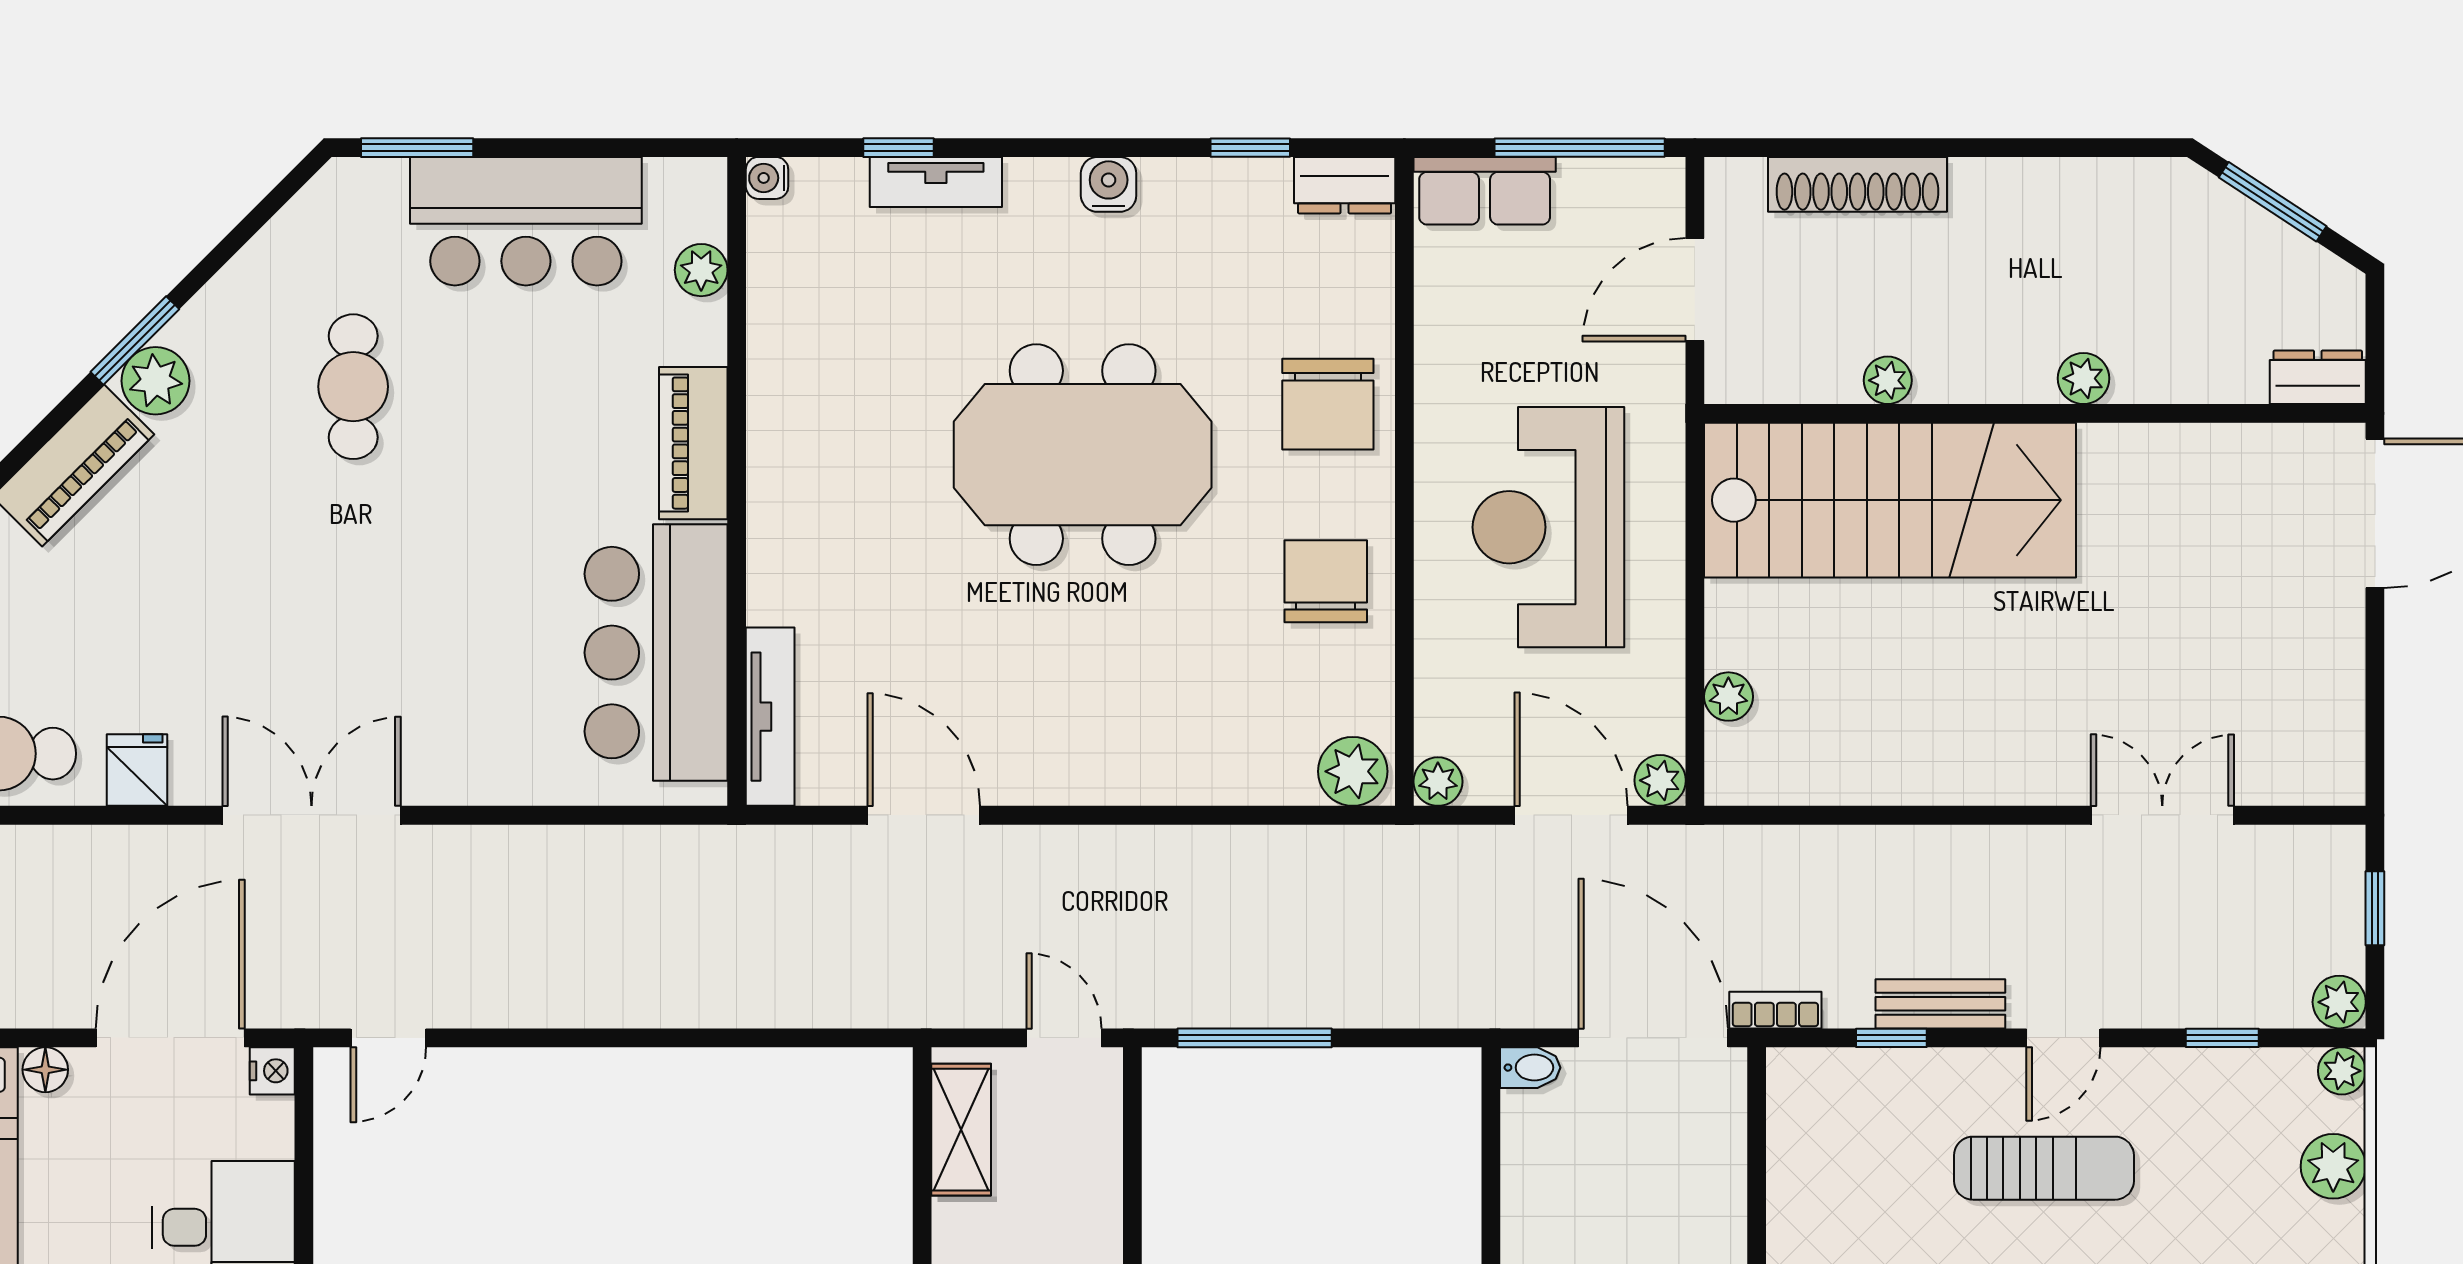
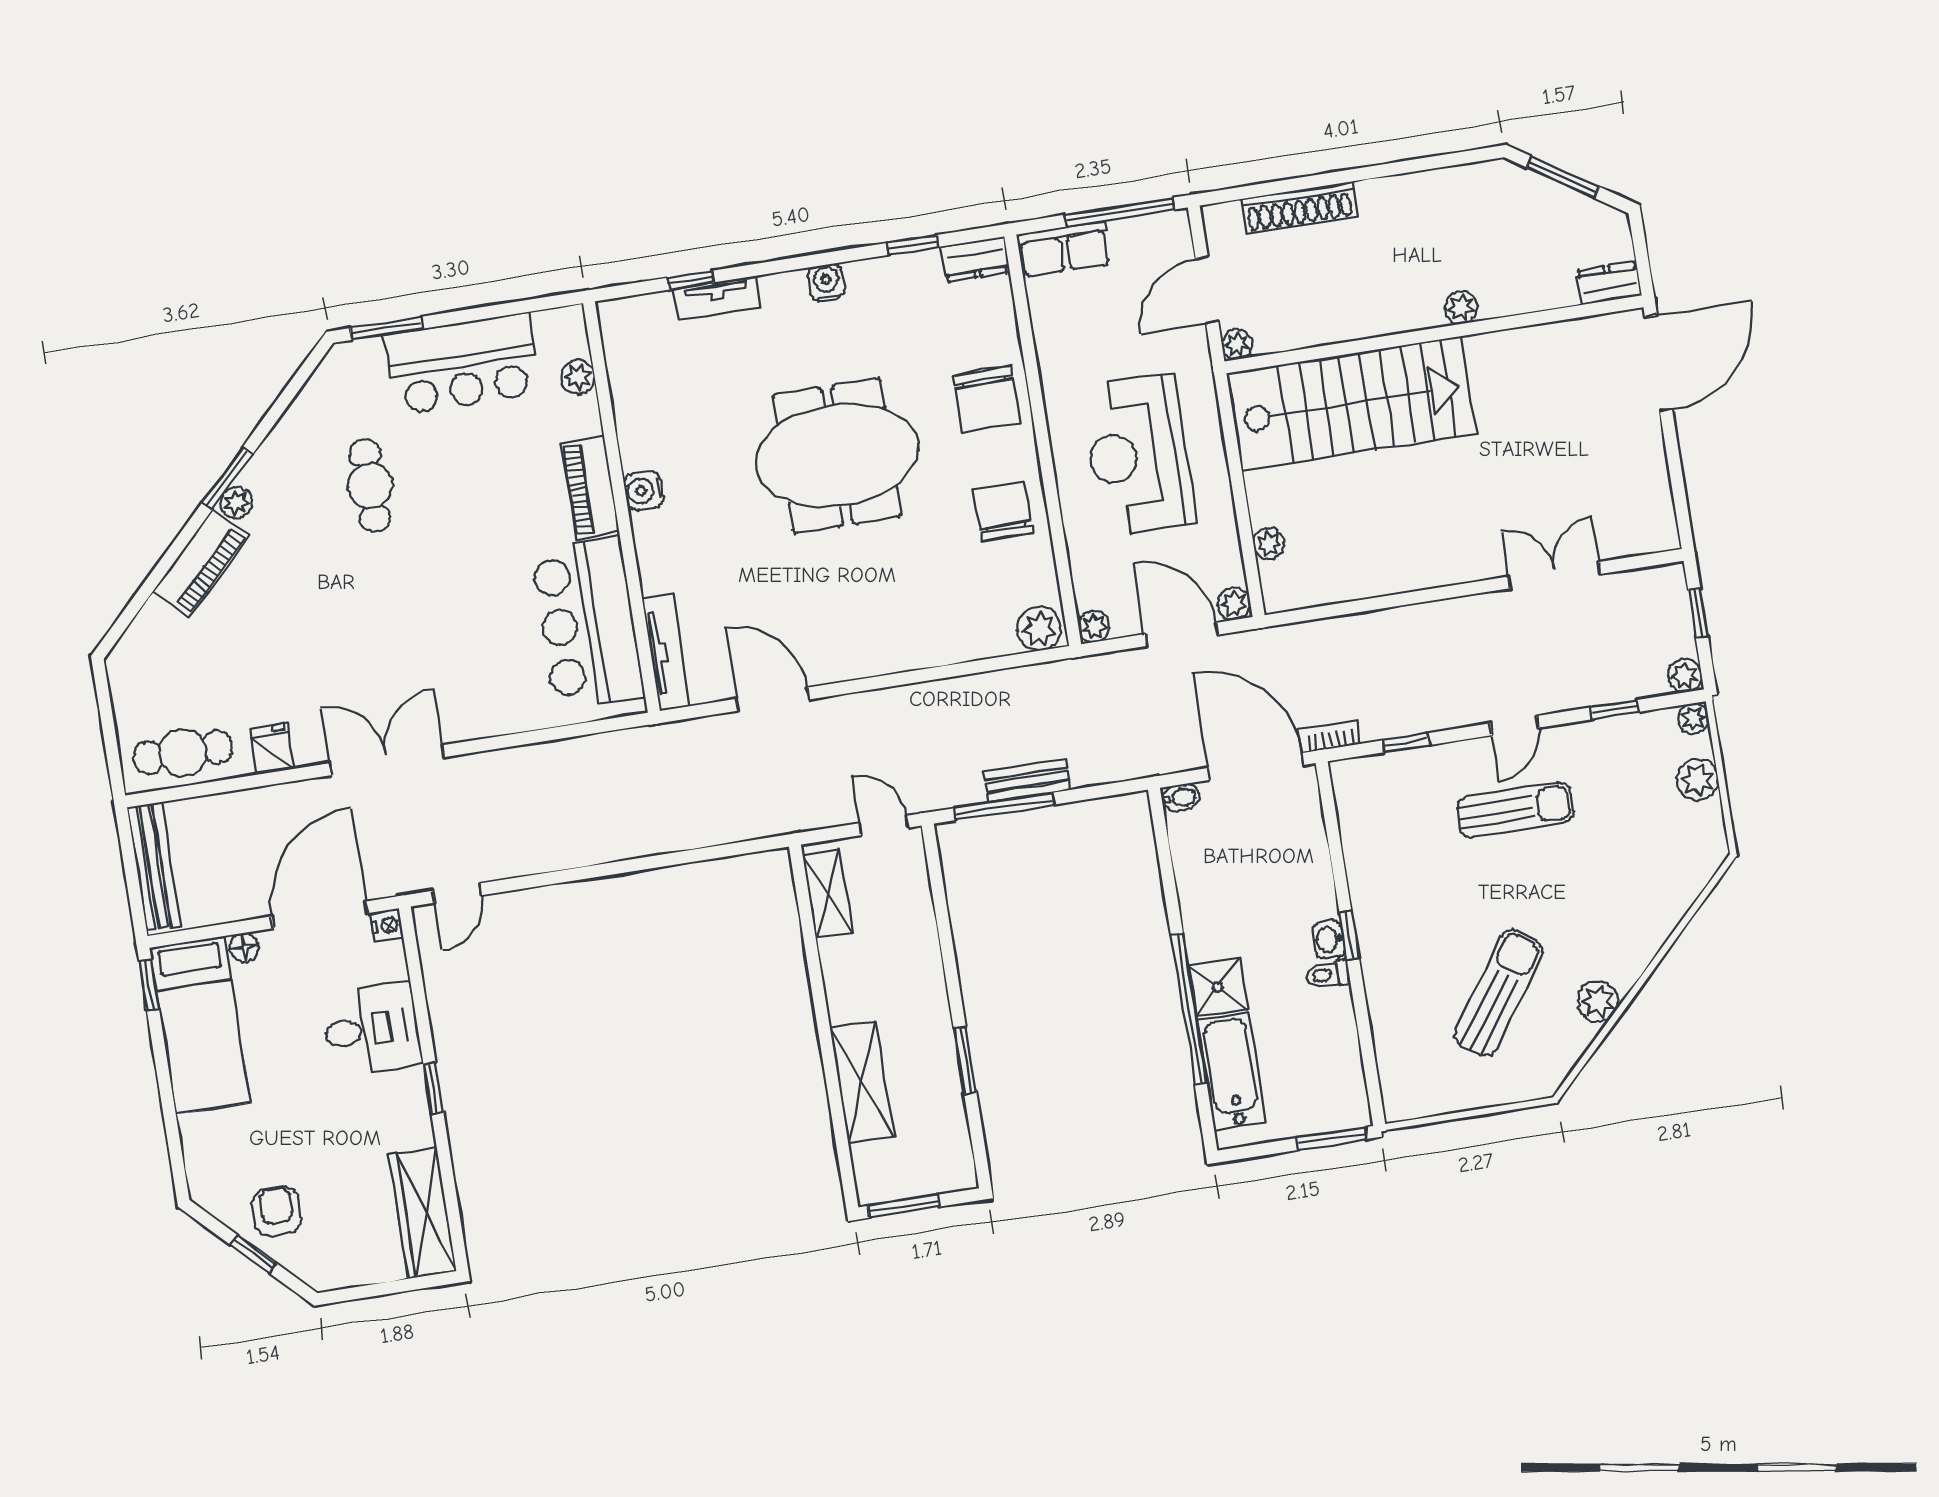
water cooler: (767, 178) -> (644, 491), moved, width x1.38, depth x1.38
plant: (1888, 380) -> (1237, 344), moved
plant: (155, 381) -> (236, 503), width x0.73, depth x0.73
bench: (1940, 1004) -> (1027, 781), moved

